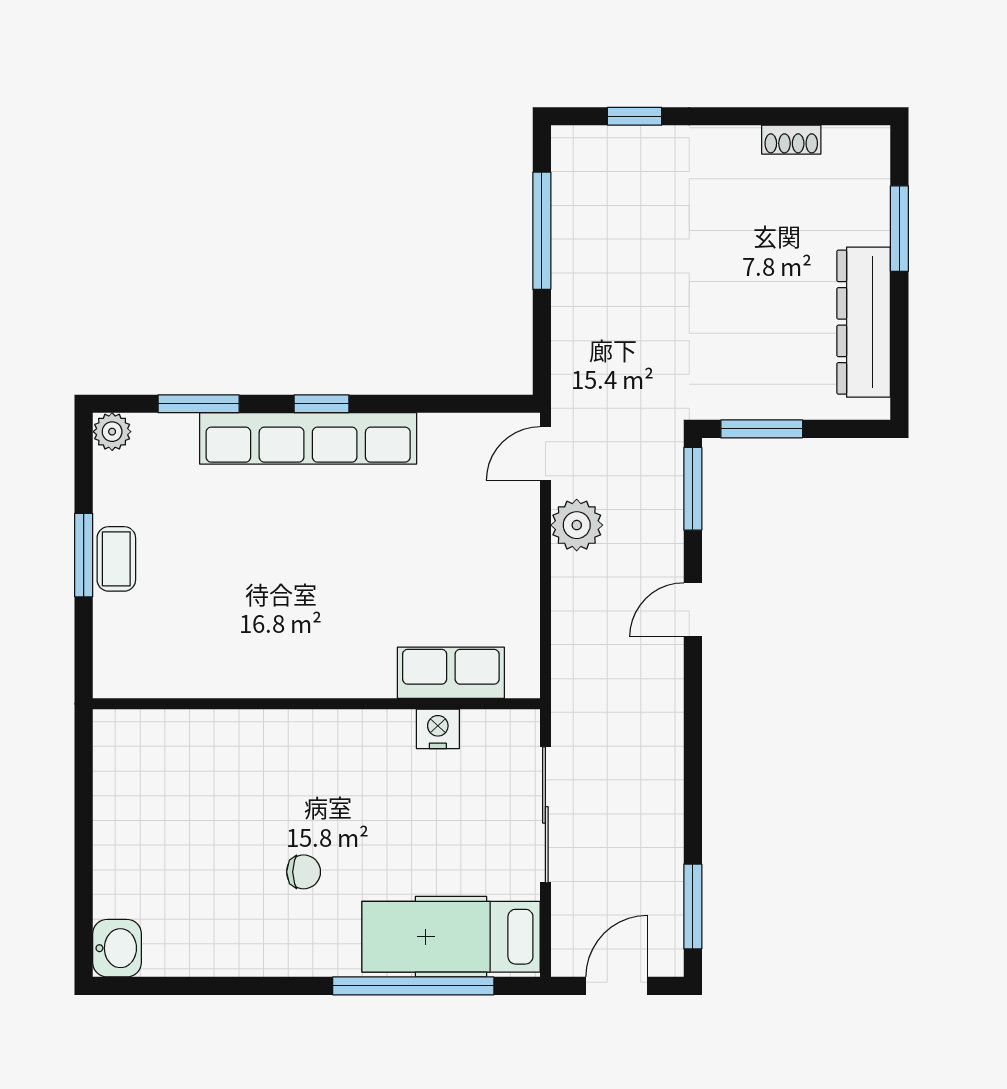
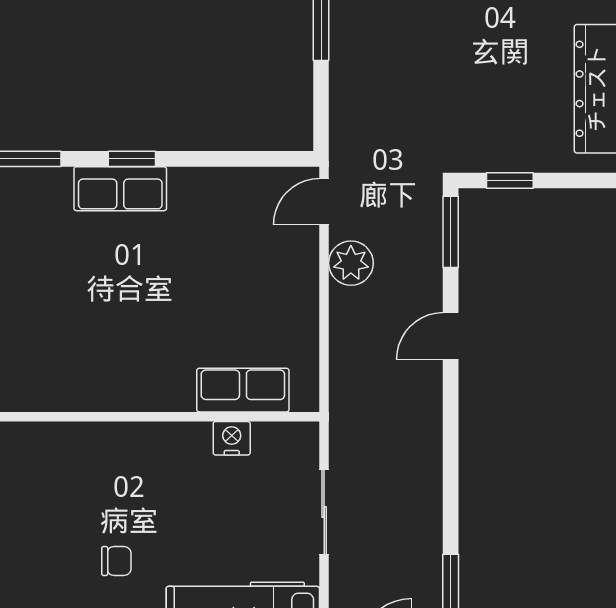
window: (762, 429) -> (510, 180), width x0.67
row of seats: (308, 438) -> (120, 189), width x0.50
sliding door: (545, 815) -> (324, 512), width x0.73

